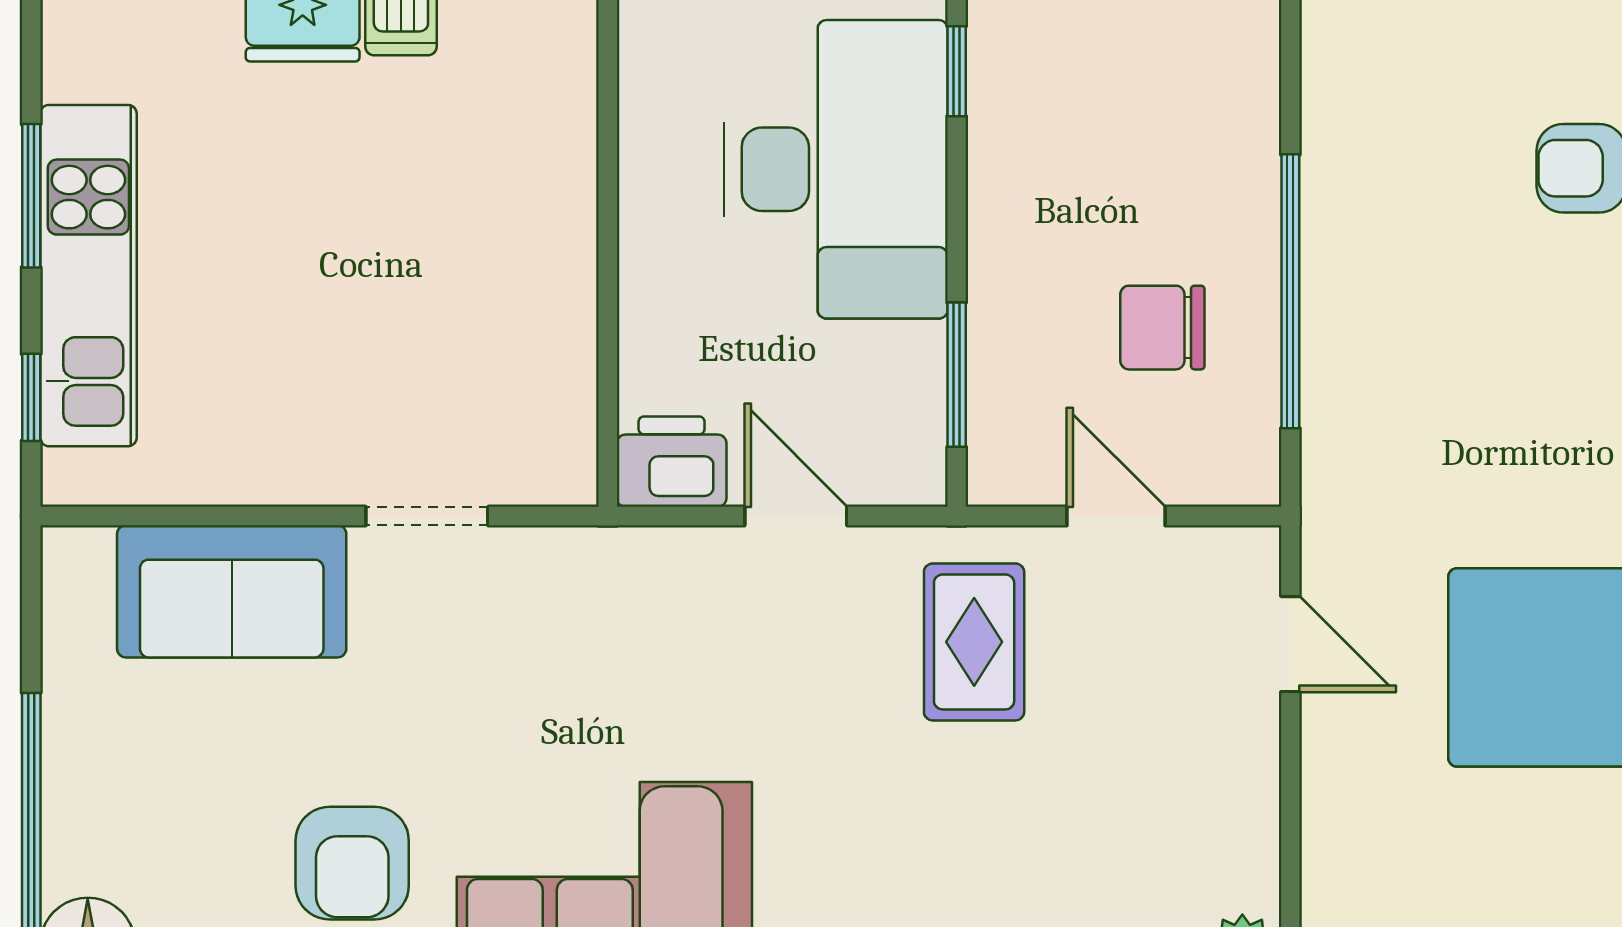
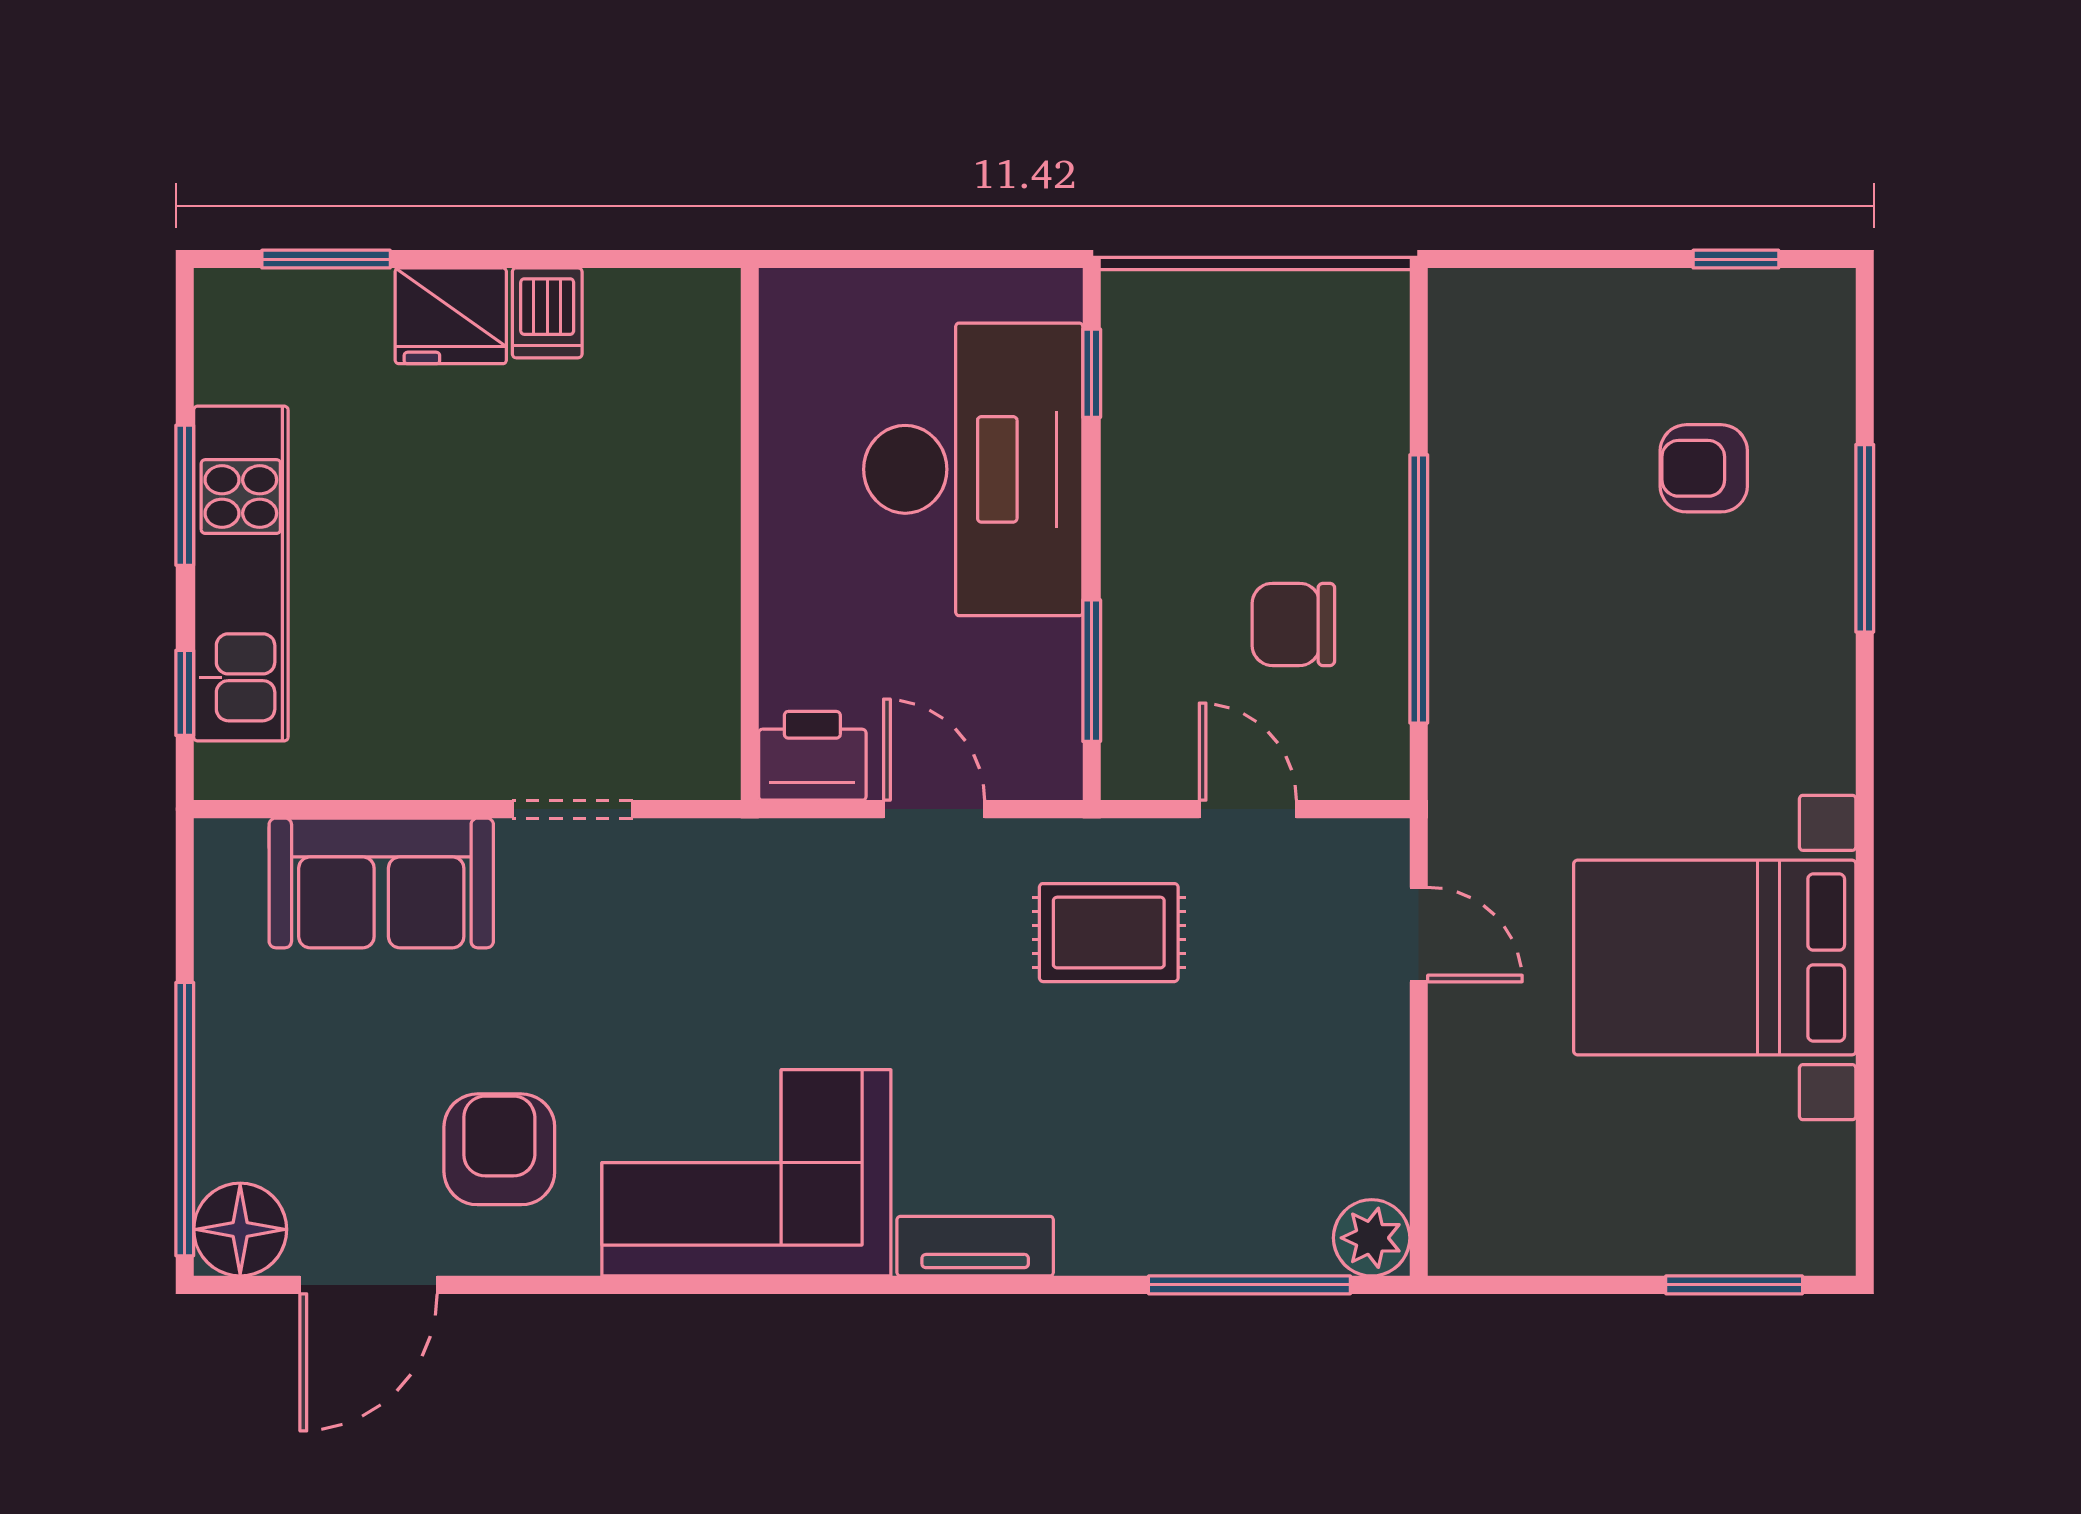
rug: (974, 642) -> (1109, 933), turned 90
armchair: (352, 863) -> (499, 1149), turned 180

